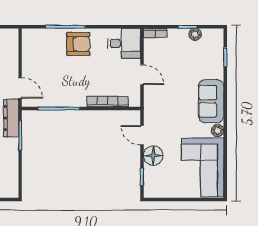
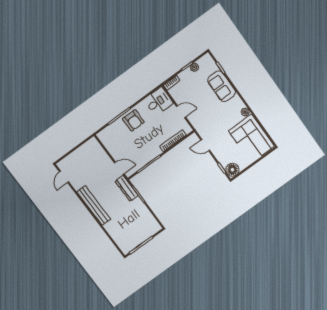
armchair: (78, 44) -> (133, 120), turned 90
sofa: (211, 101) -> (221, 86), moved
floor lamp: (153, 156) -> (232, 170), moved

